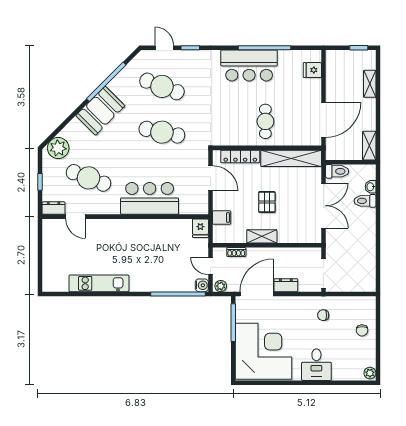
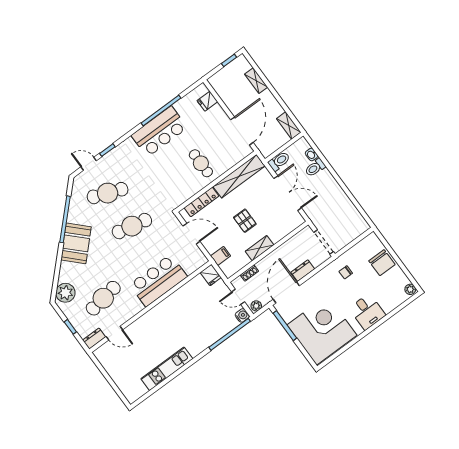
cafe table: (89, 178) -> (103, 298), turned -30
chair: (362, 330) -> (382, 263), width x1.87, depth x1.87

